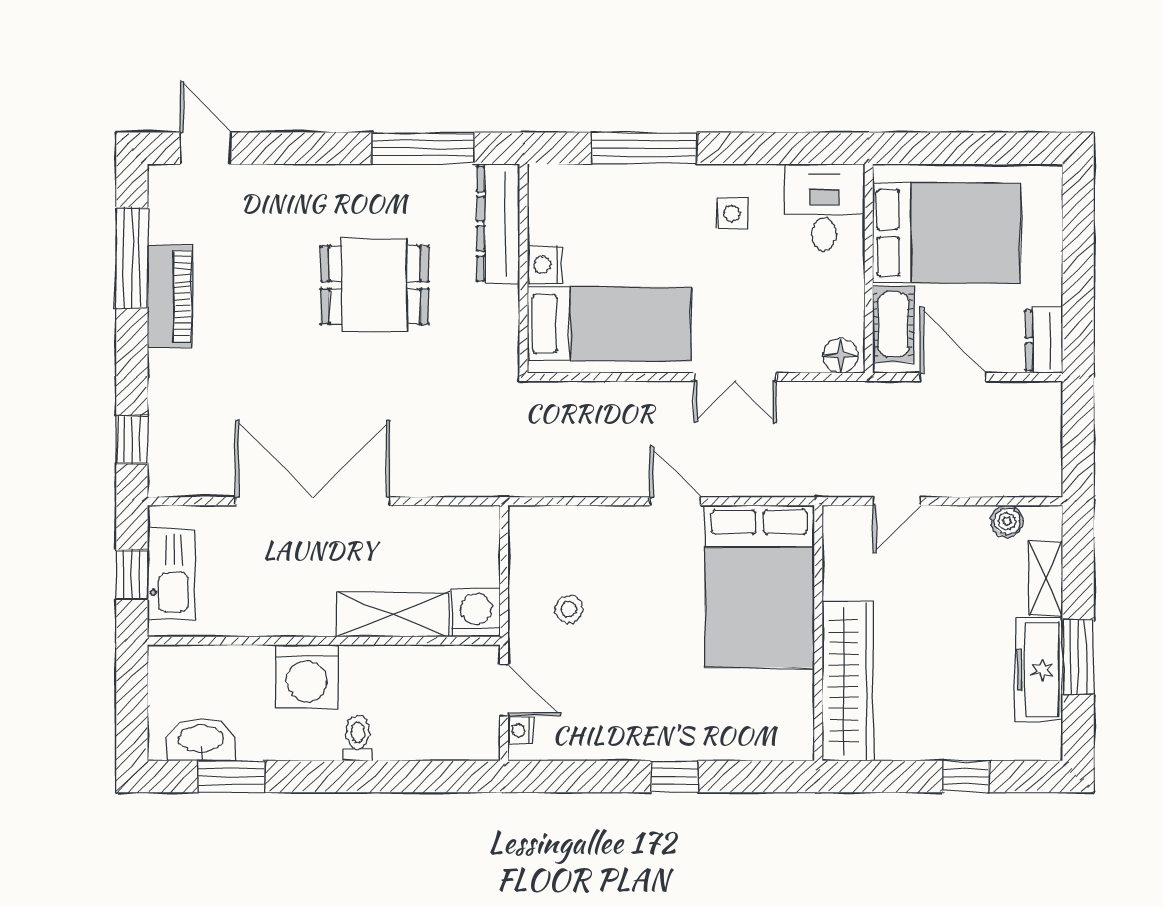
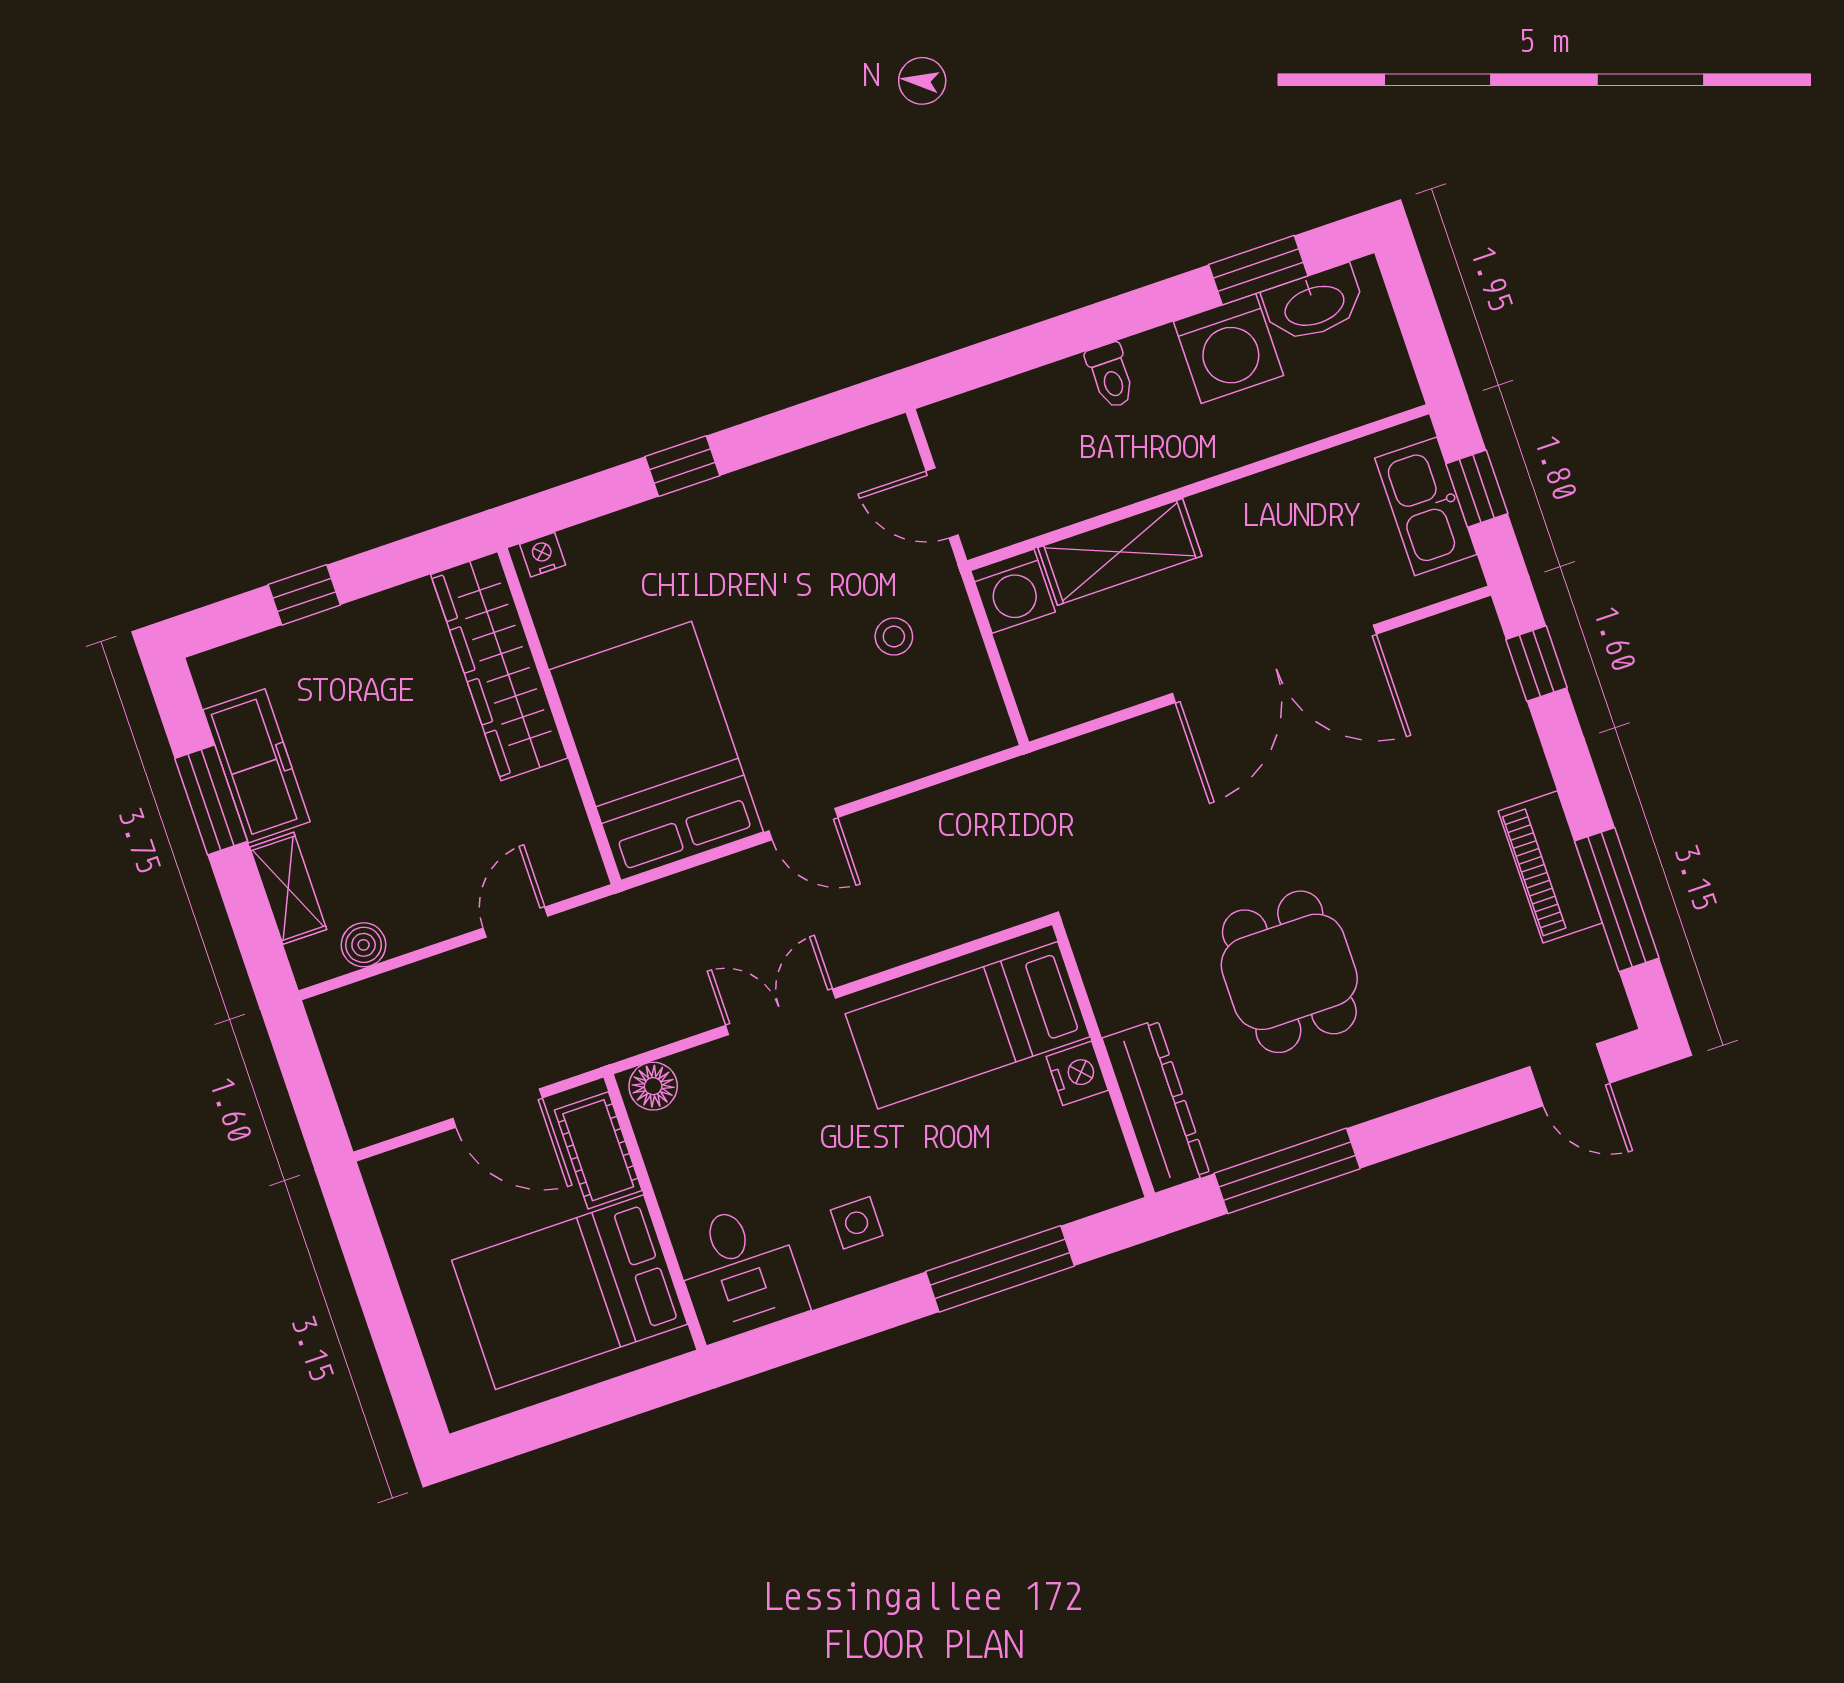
dining table: (375, 285) -> (1289, 972), turned 90
dresser: (1044, 340) -> (395, 1196), removed
washing machine: (307, 676) -> (1229, 349), moved, turned 180
nightstand: (521, 730) -> (543, 555), moved, turned -90

